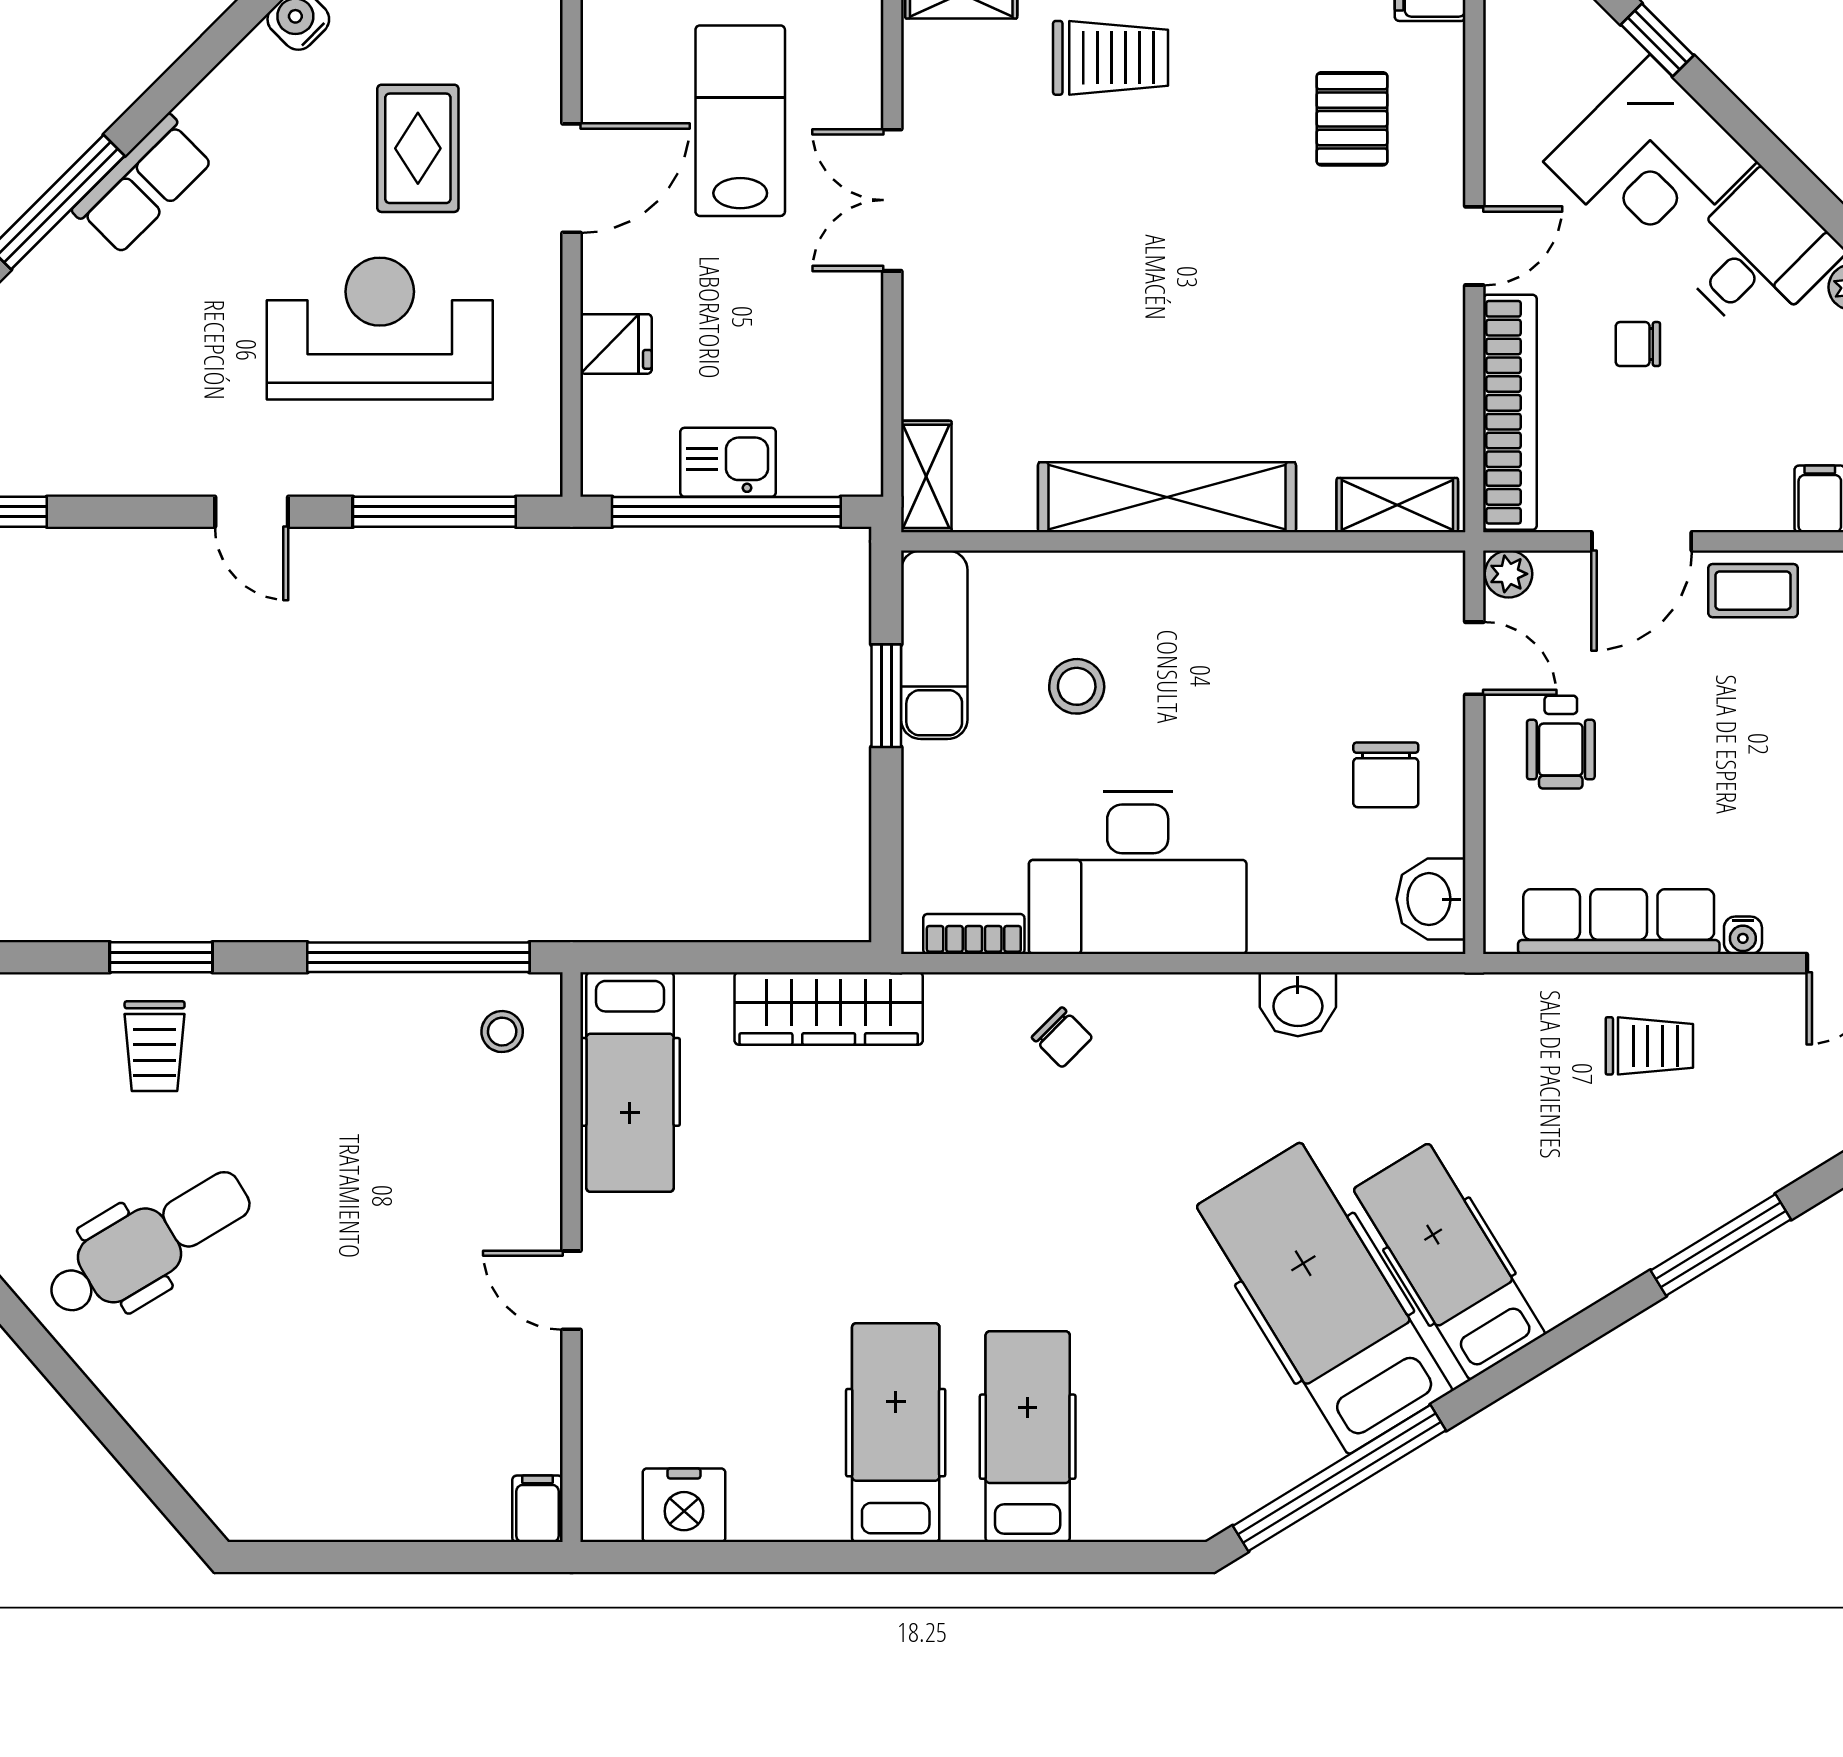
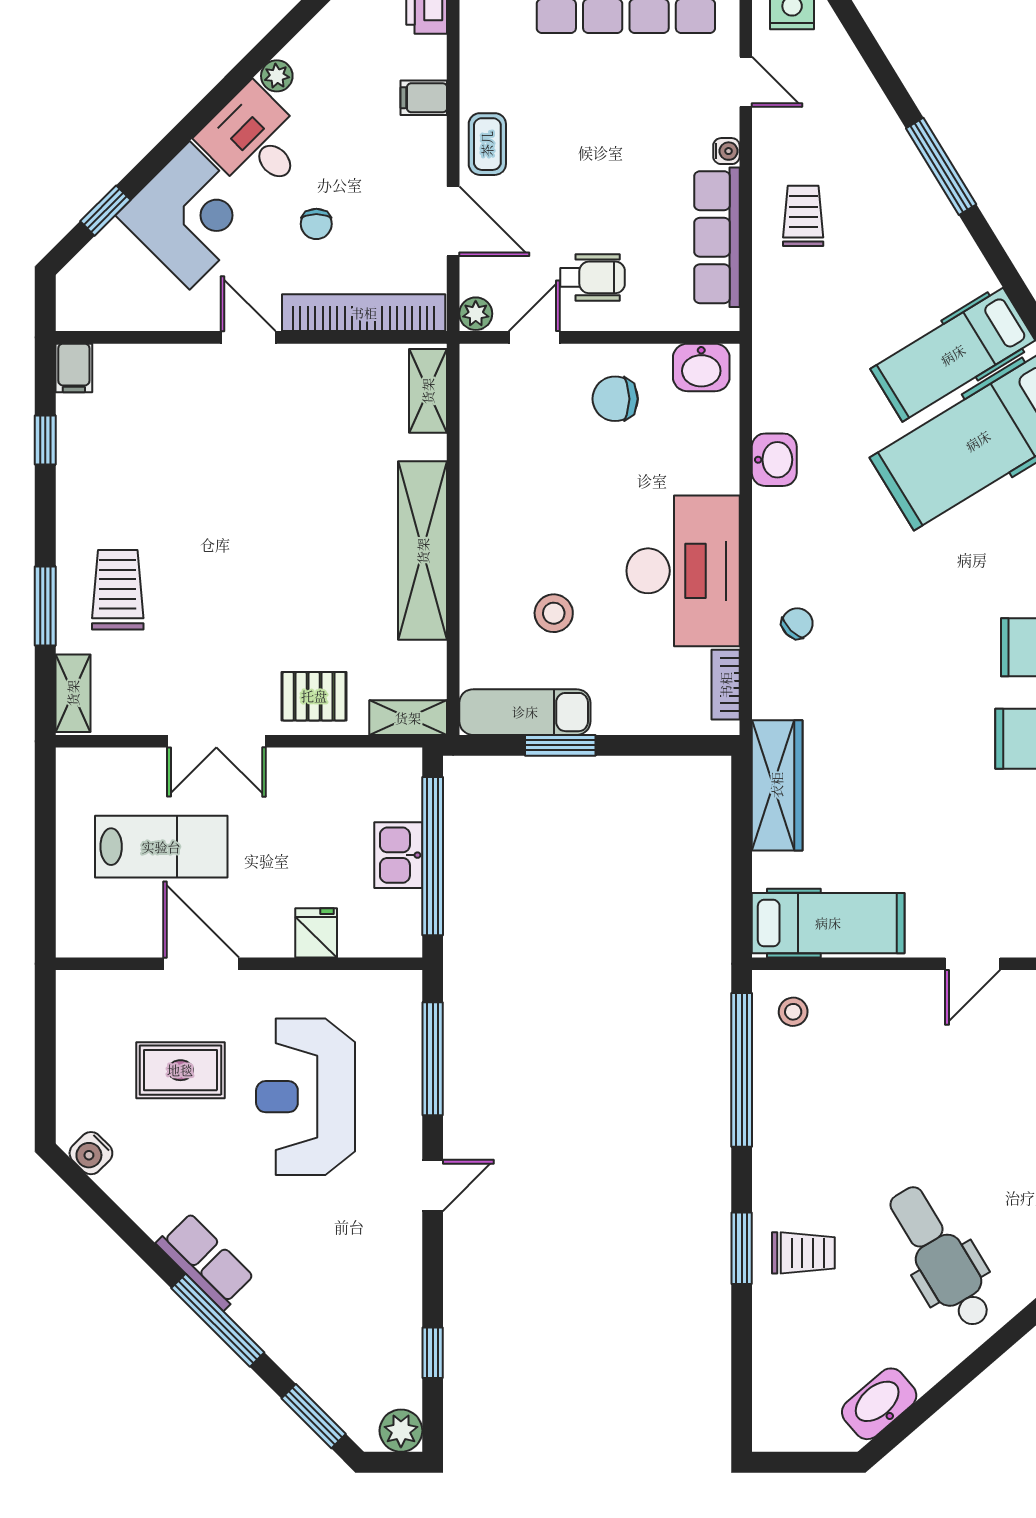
pallet: (1352, 119) -> (314, 696), moved
lab bench: (740, 121) -> (161, 847), turned 180
chair: (1386, 775) -> (615, 399), turned 180

